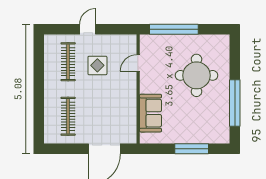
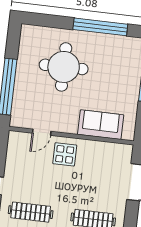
door: (138, 63) -> (42, 132), hinge flipped
display table: (97, 65) -> (65, 154), moved

